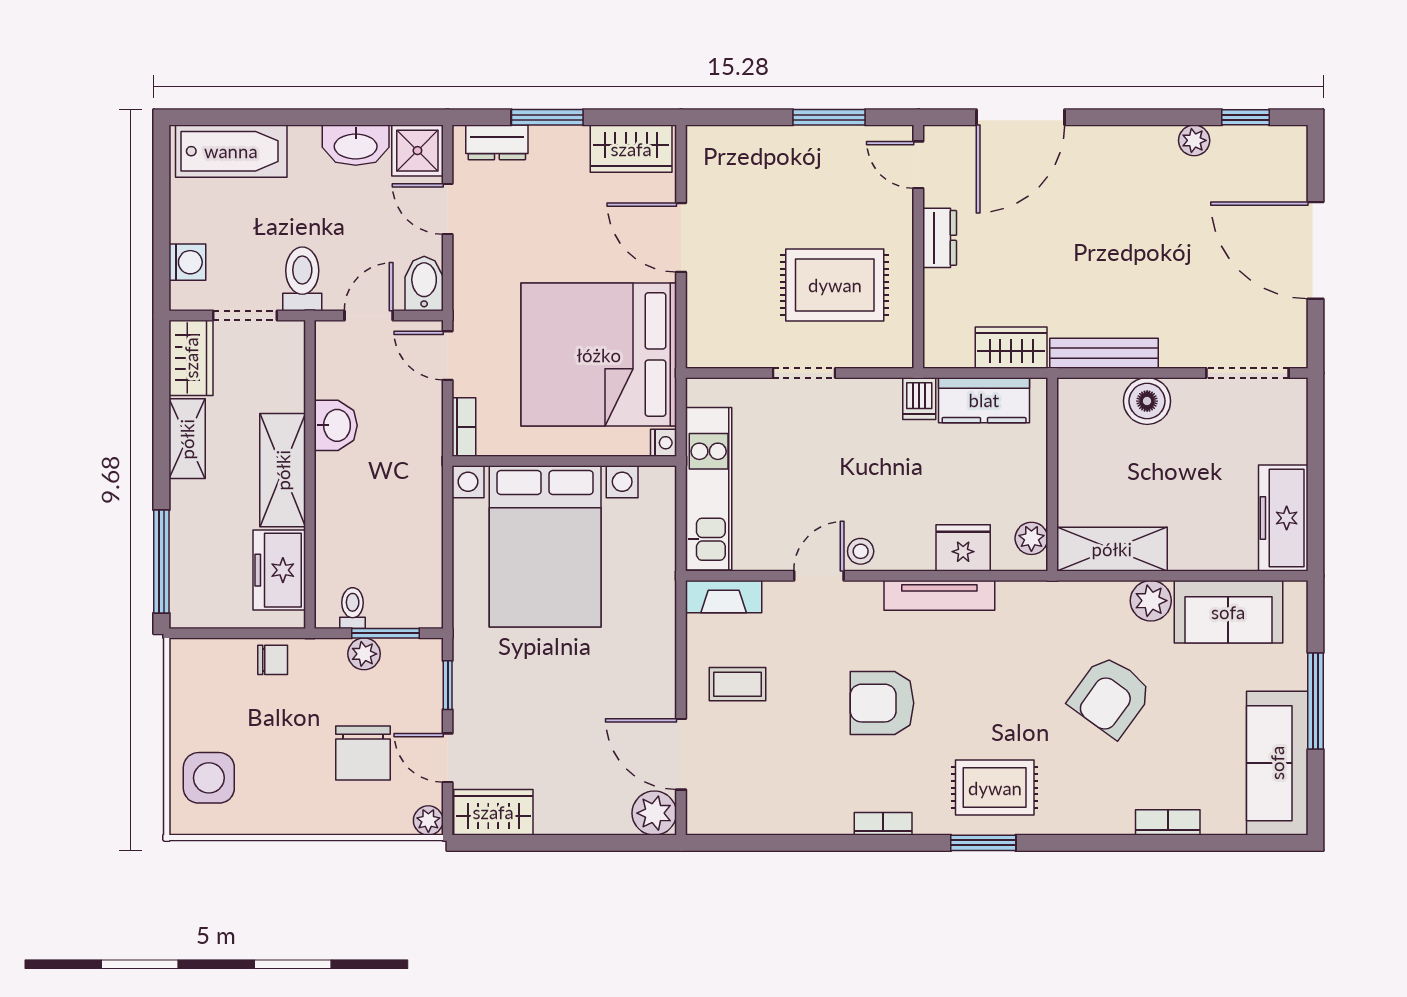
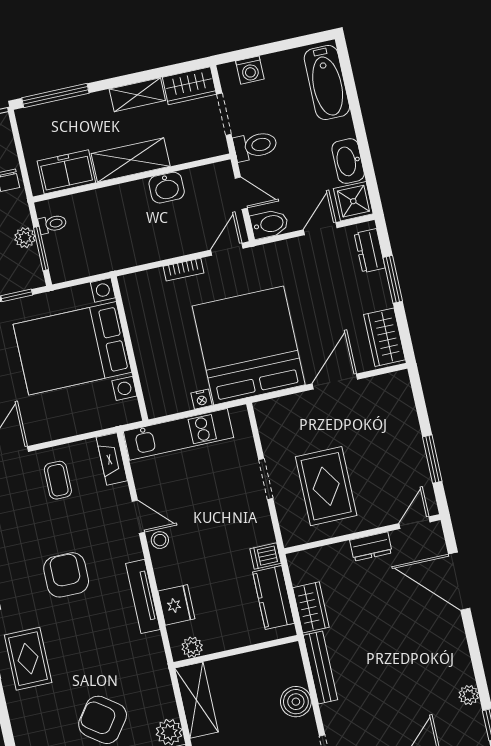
wall: (564, 461) -> (130, 349), moved
bed with nightstands: (545, 546) -> (72, 348), moved

